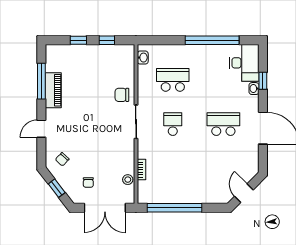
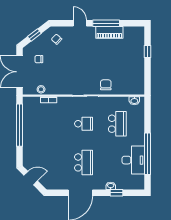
window: (107, 40) -> (148, 73), removed
desk: (244, 63) -> (133, 160), moved, turned -90
window: (41, 81) -> (106, 23), moved

